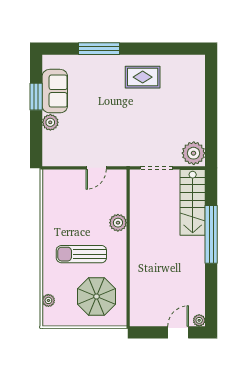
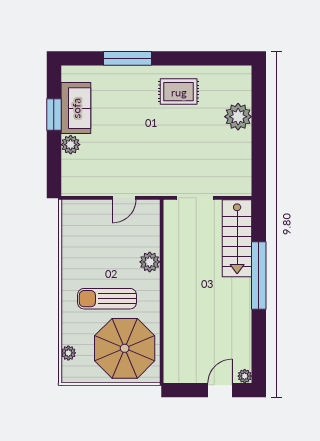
plant: (194, 153) -> (238, 117), moved
parasol: (97, 296) -> (125, 348), width x1.36, depth x1.36

